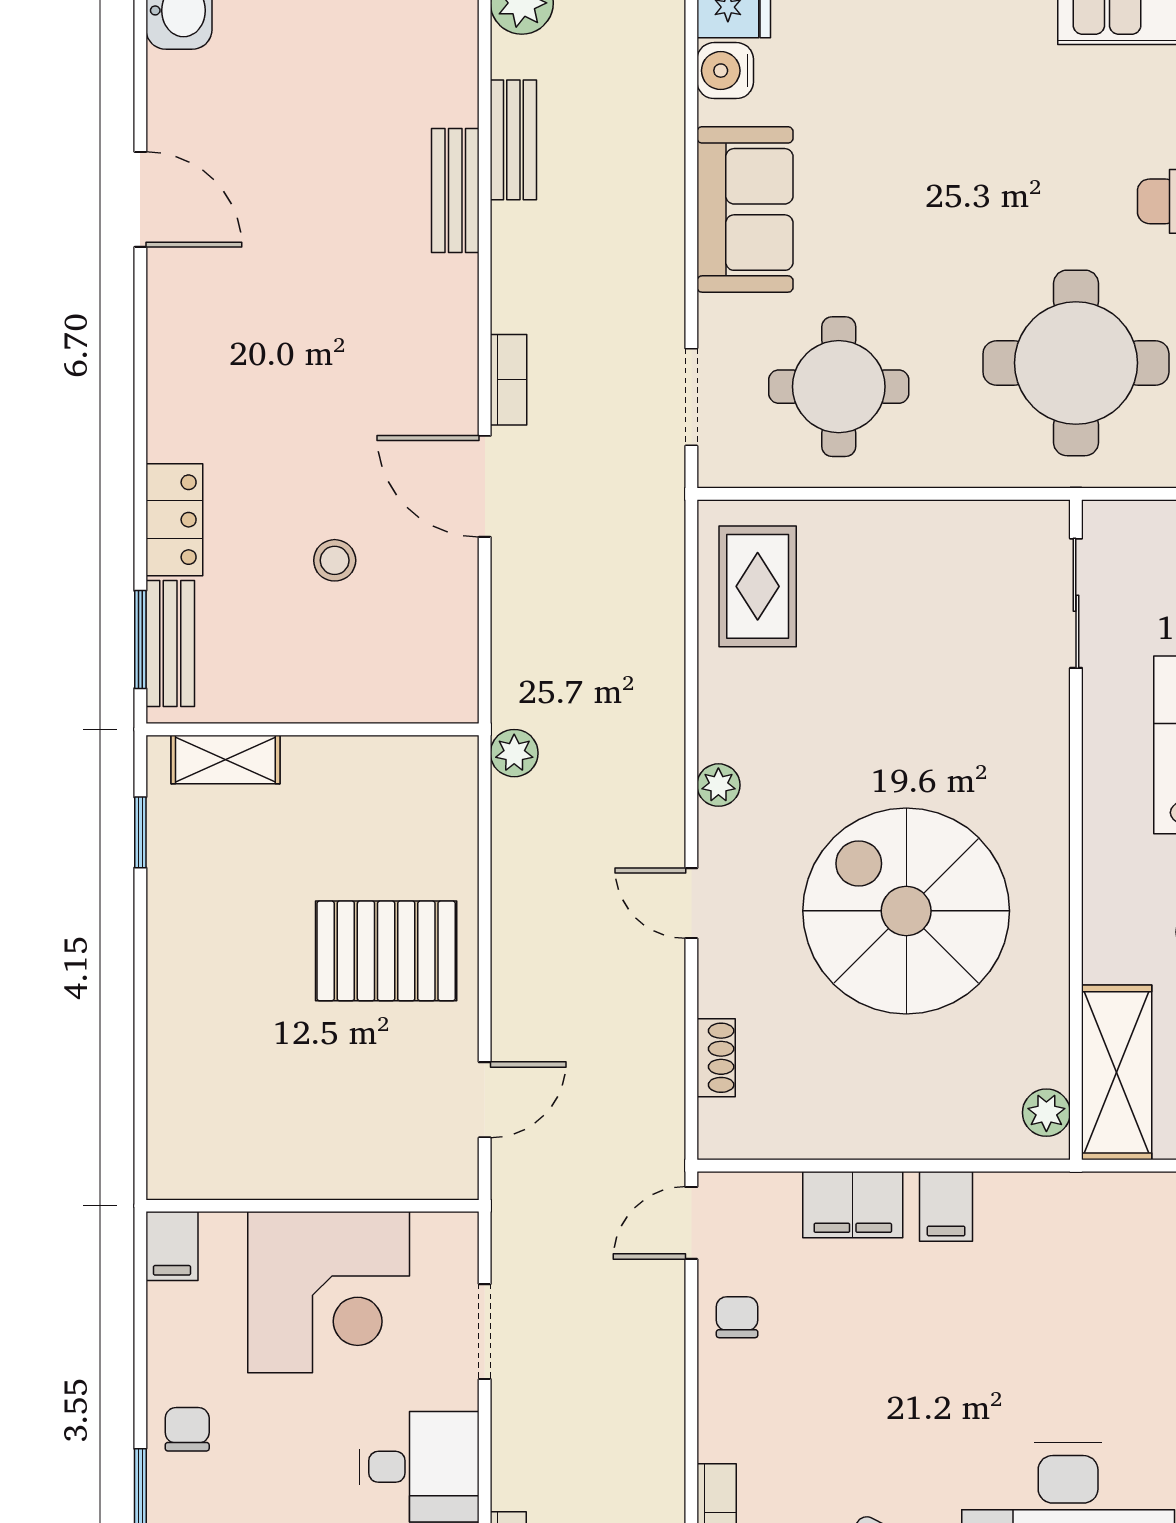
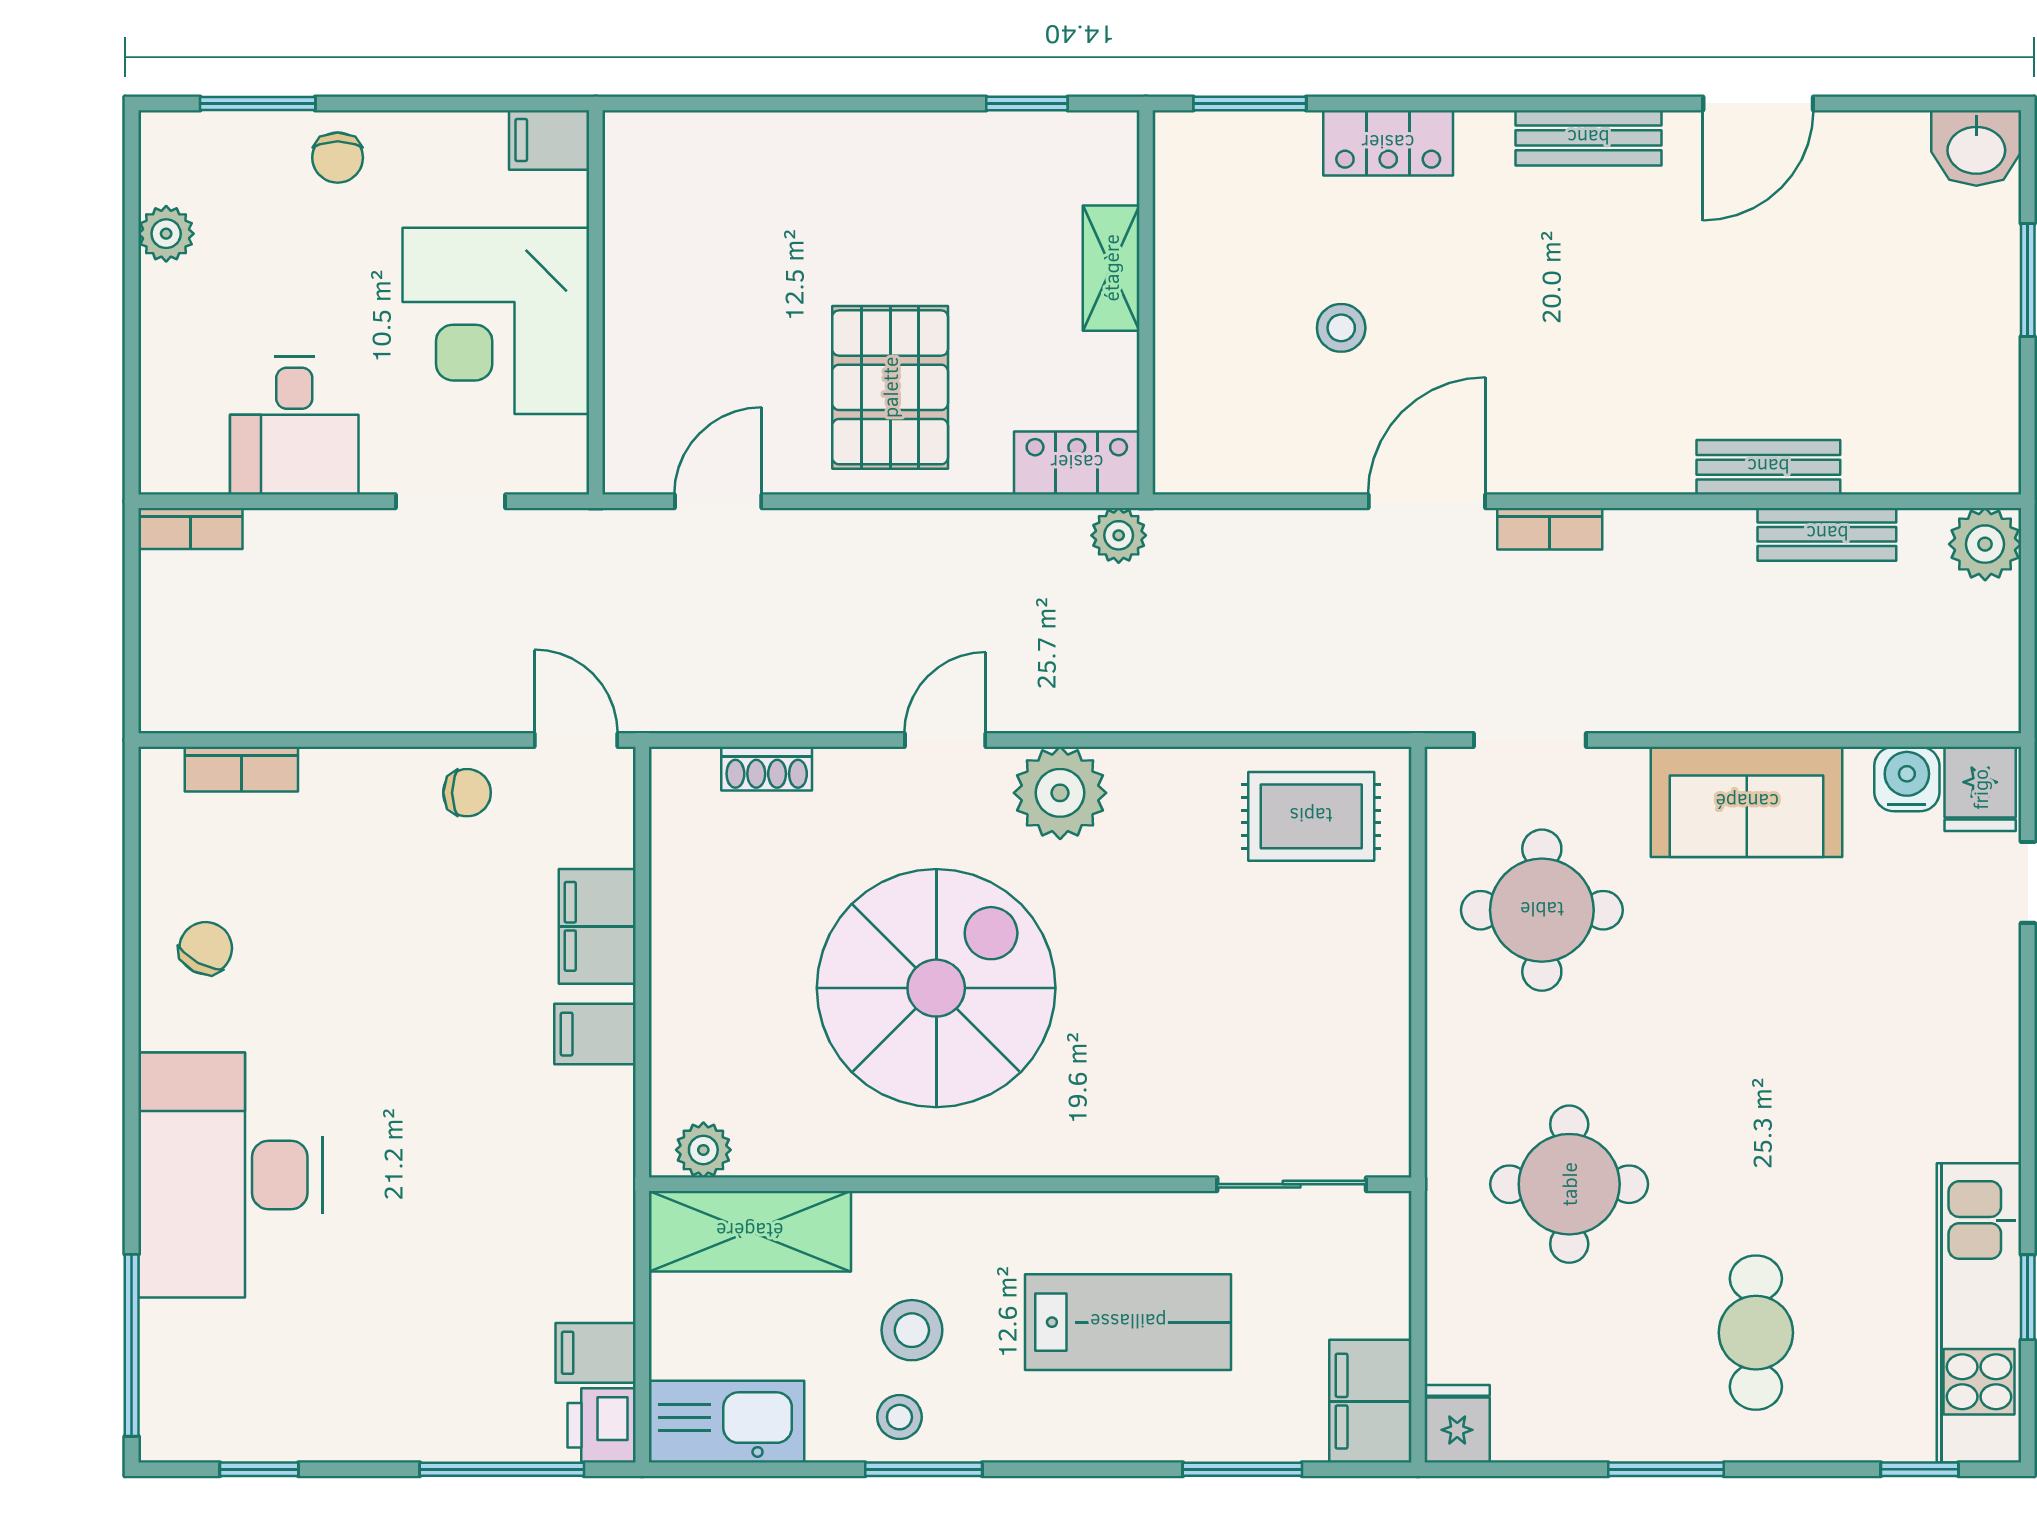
round table: (1076, 363) -> (1569, 1184), width x0.73, depth x0.73
bench: (170, 644) -> (1588, 138), moved
shelving: (225, 760) -> (1111, 268), moved
plant: (718, 785) -> (1060, 793), width x1.88, depth x1.88
locker: (452, 789) -> (1077, 463), added
door: (485, 1100) -> (718, 501), swing flipped
chair: (187, 1429) -> (338, 158), turned 90

